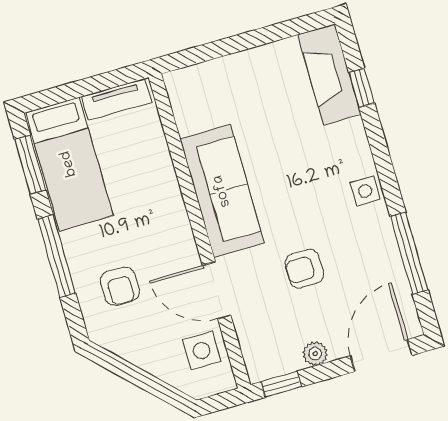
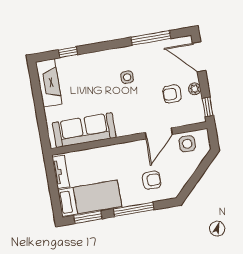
fireplace: (329, 75) -> (49, 83), moved, turned -90
sofa: (222, 191) -> (84, 130), moved
side table: (365, 191) -> (127, 77), moved
armchair: (304, 269) -> (172, 94), moved, turned 90

